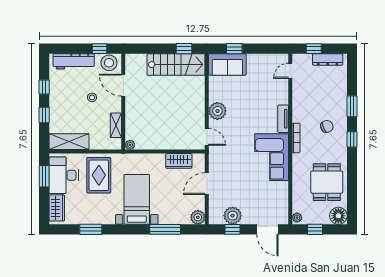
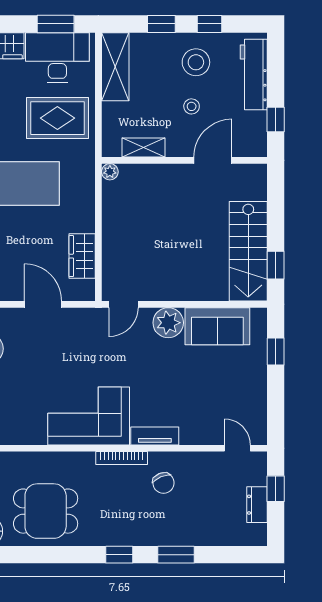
dresser: (328, 60) -> (257, 505), width x0.70
stool: (109, 63) -> (196, 62), moved
sofa: (227, 64) -> (217, 326), moved, turned -90
chair: (327, 126) -> (163, 483), moved

